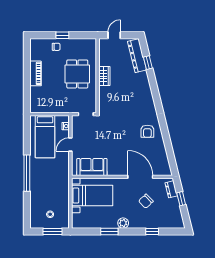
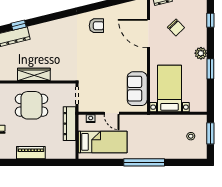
wardrobe: (104, 76) -> (34, 74), width x1.50
dresser: (61, 107) -> (70, 124), added
door: (140, 177) -> (148, 34), hinge flipped

